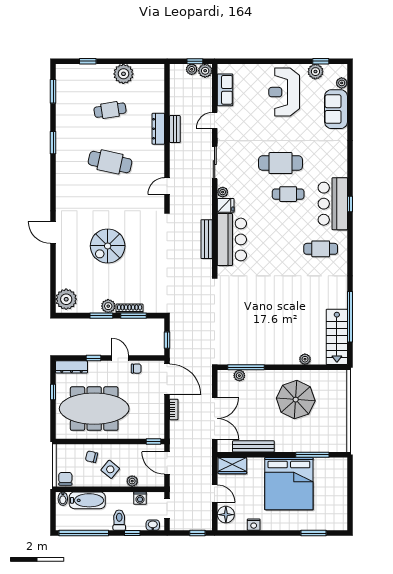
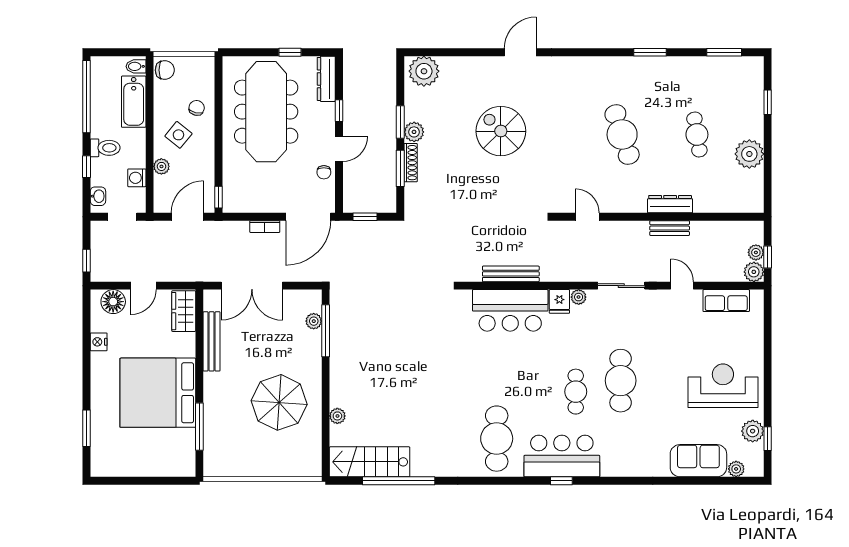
cafe table: (110, 162) -> (622, 135), turned -30
cafe table: (321, 249) -> (497, 439), width x1.37, depth x1.35

